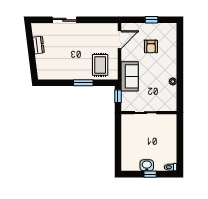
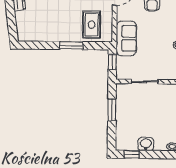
window: (118, 137) -> (112, 110), added
window: (150, 174) -> (132, 154), moved

